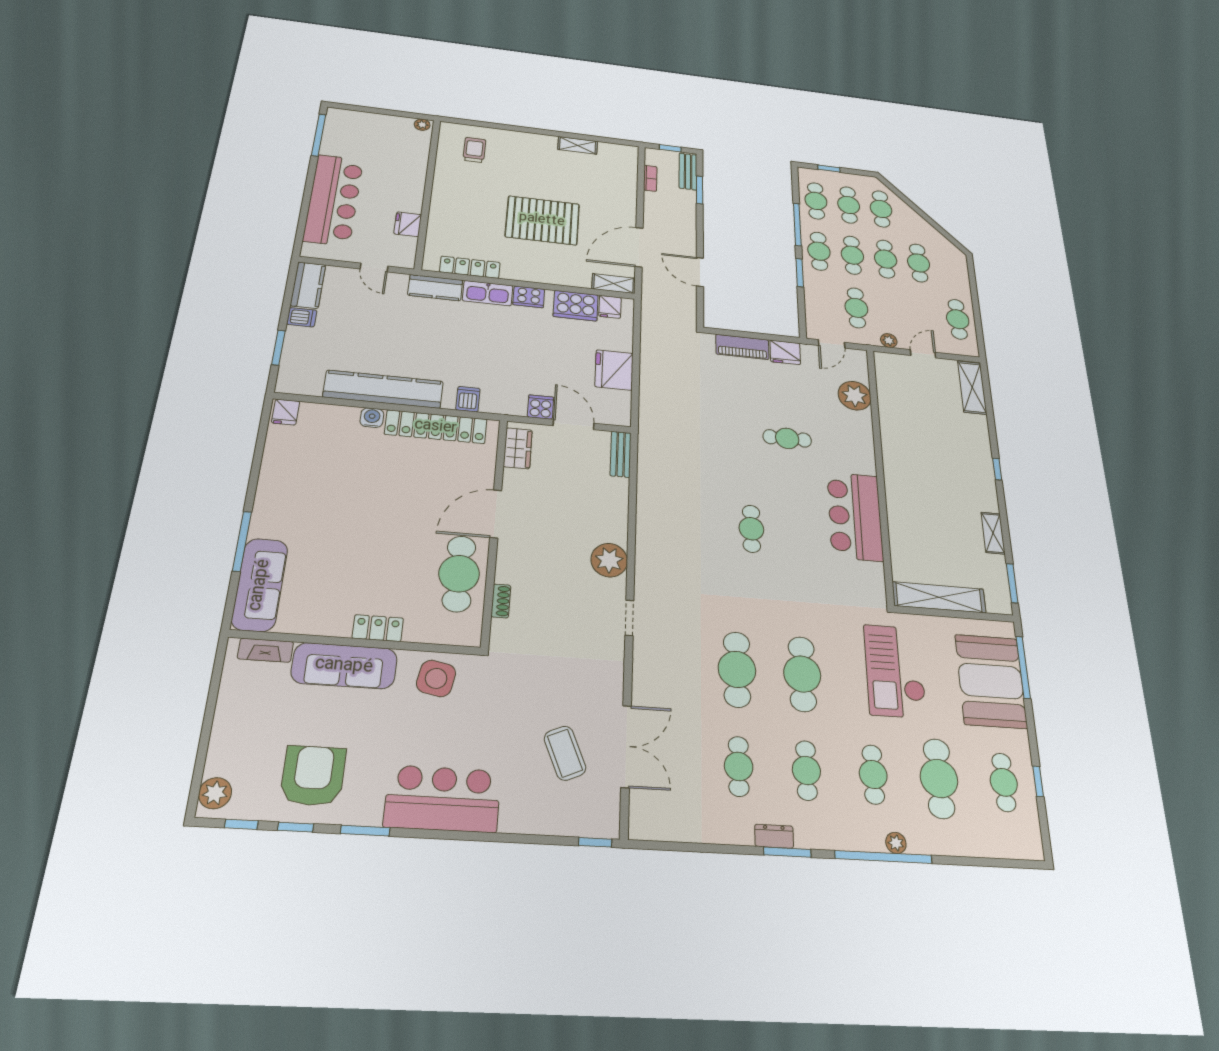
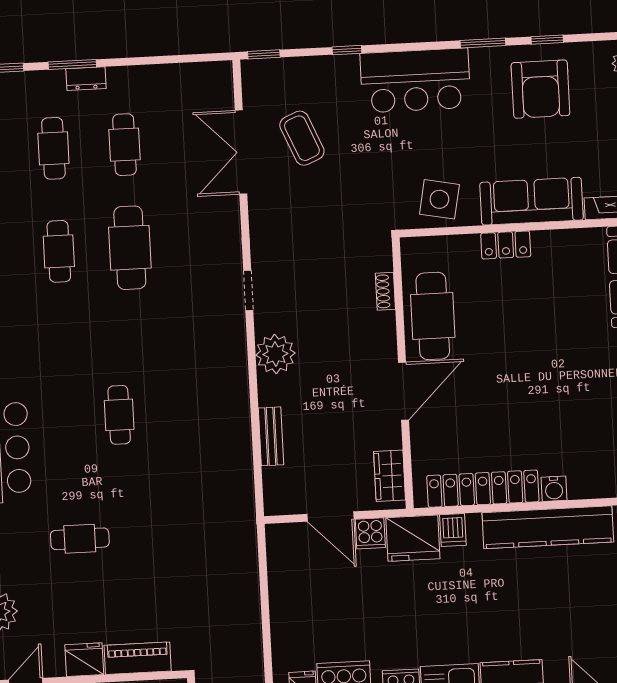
fridge: (614, 370) -> (413, 538), moved, turned 90
bench: (621, 454) -> (271, 436), moved
cafe table: (802, 674) -> (59, 251), width x0.73, depth x0.74
window: (241, 824) -> (347, 50), moved

